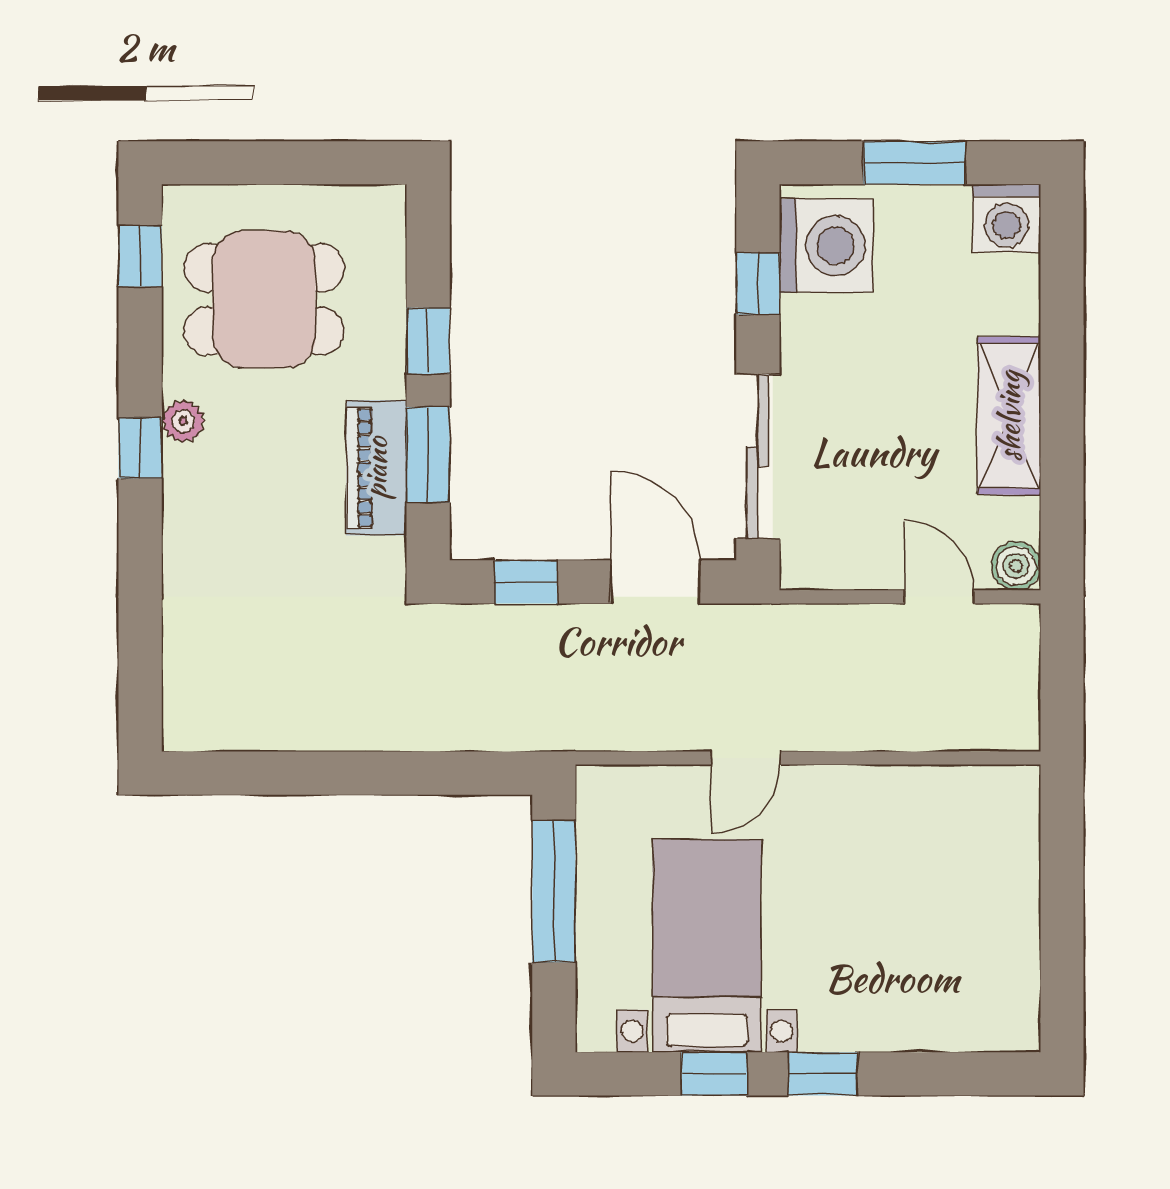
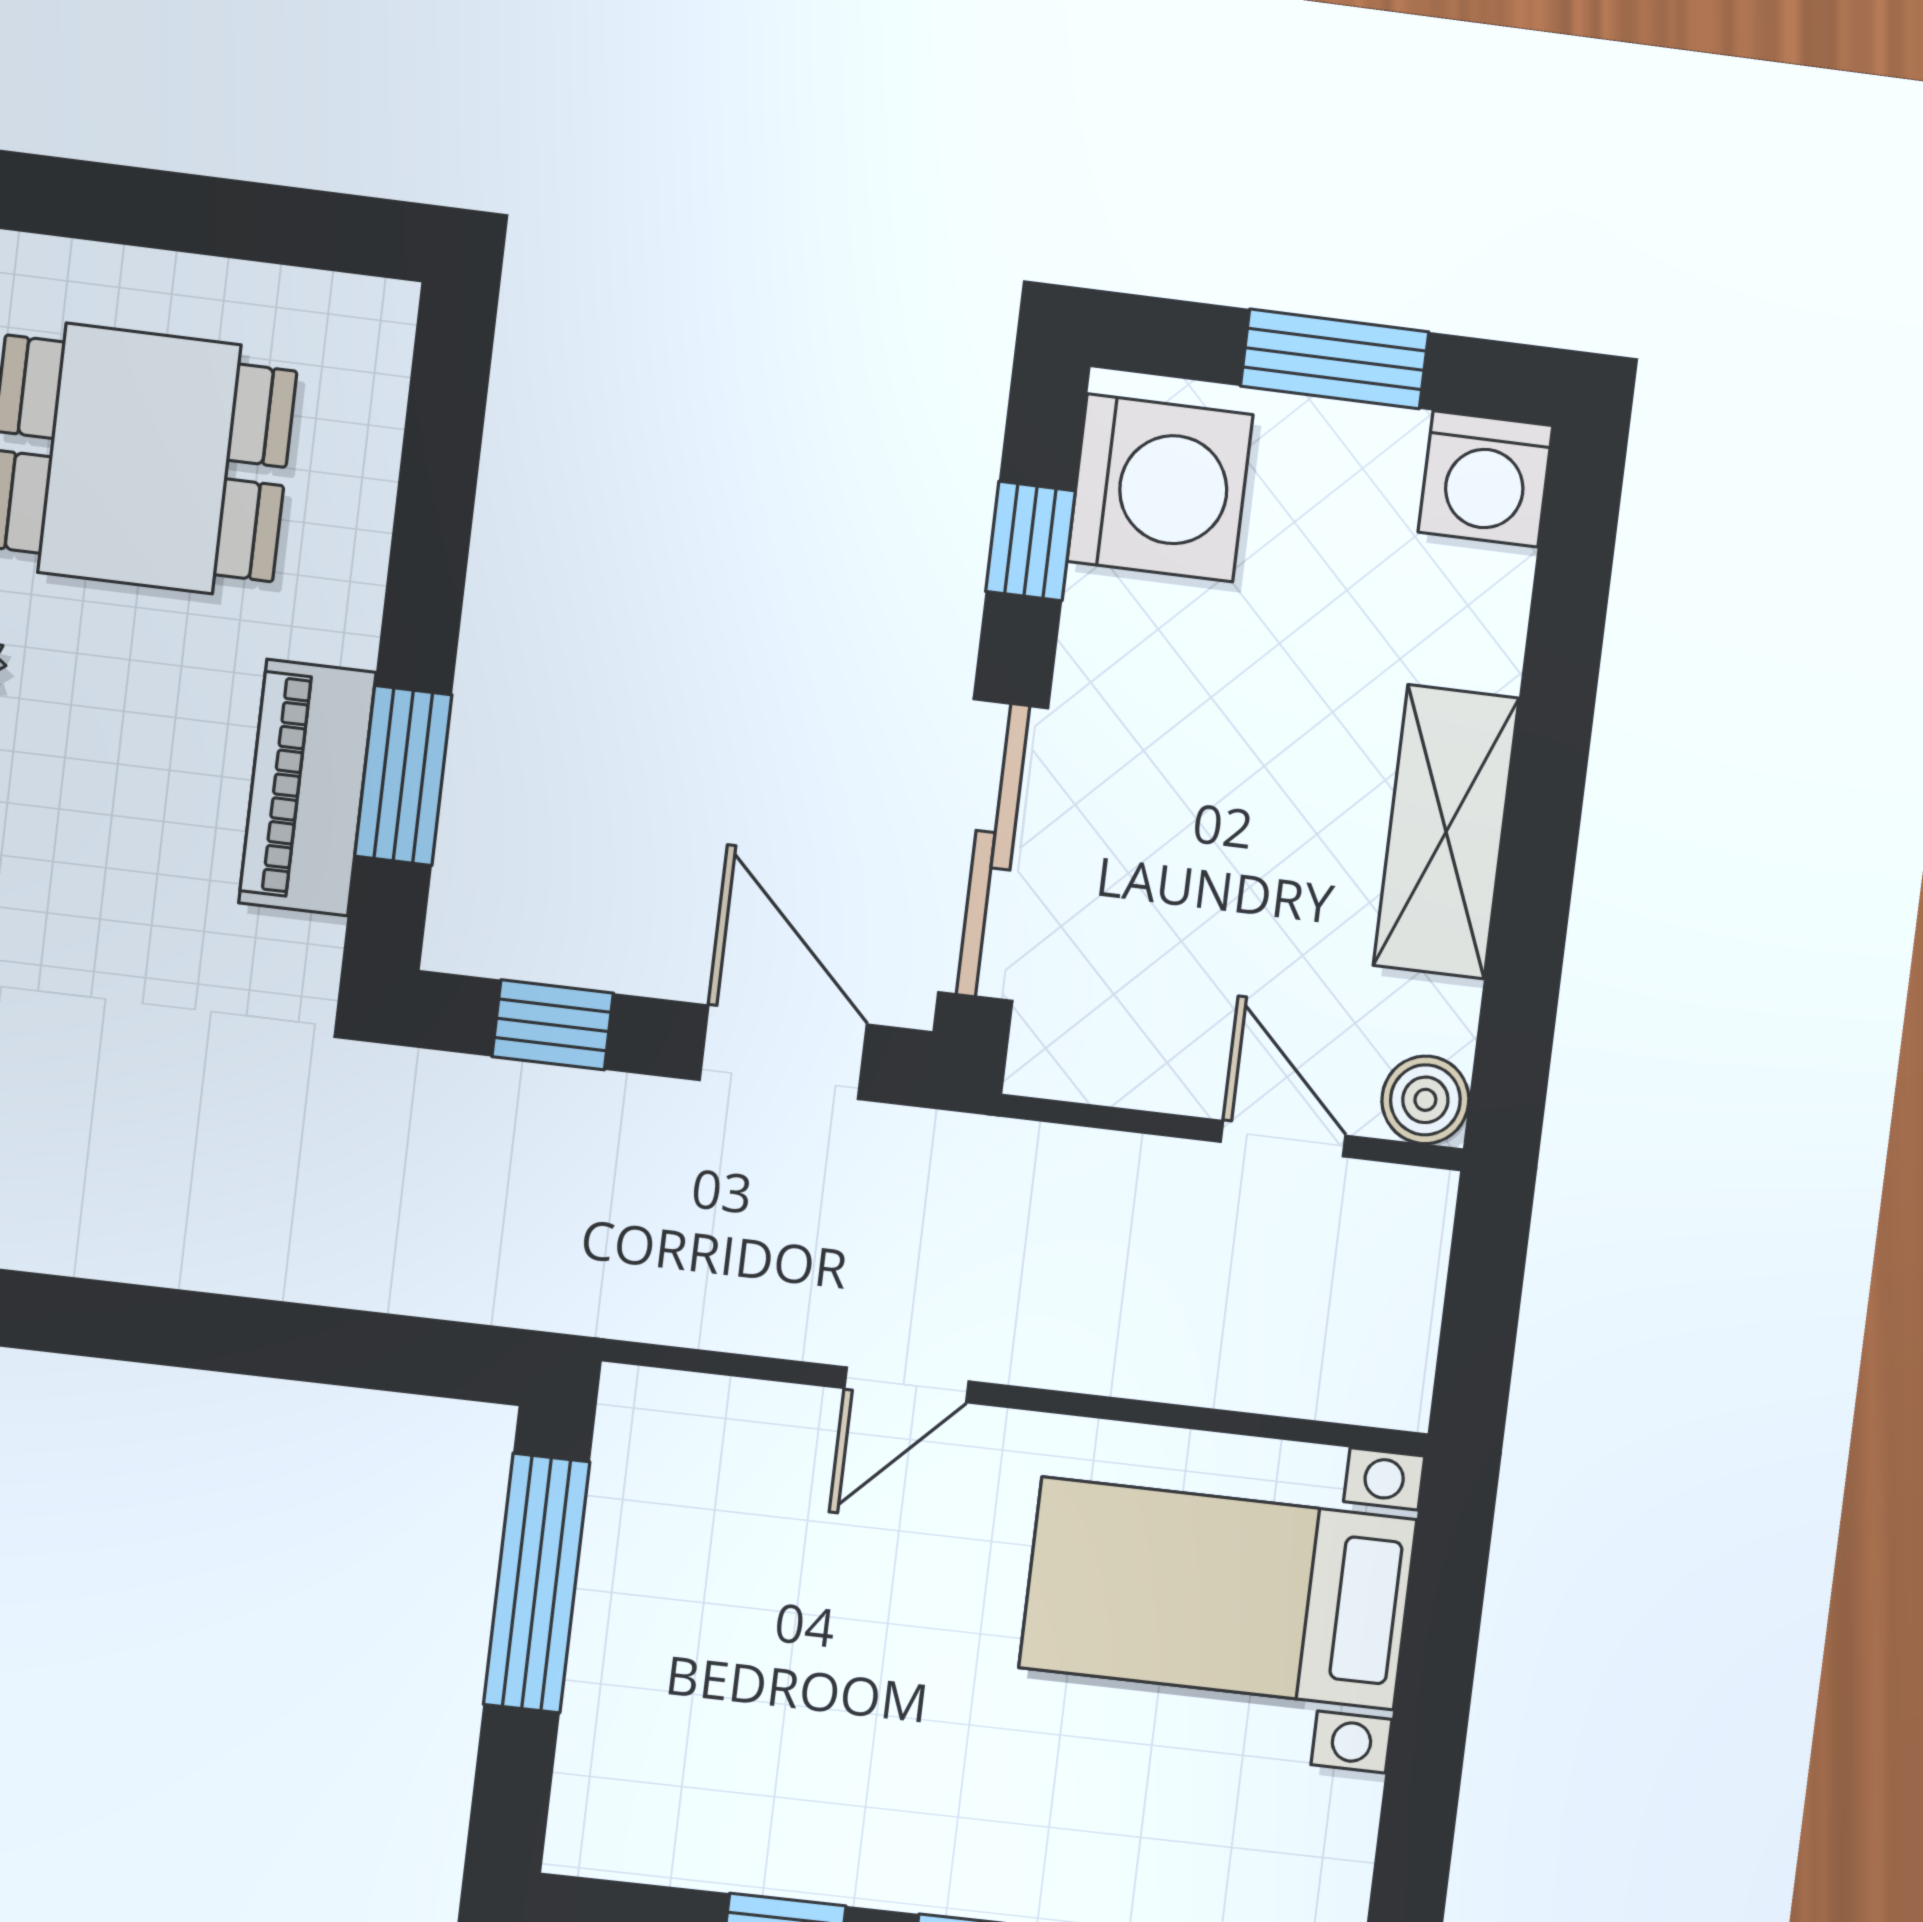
window: (428, 341) -> (427, 570), removed
bed with nightstands: (707, 946) -> (1218, 1594), moved, turned -90

